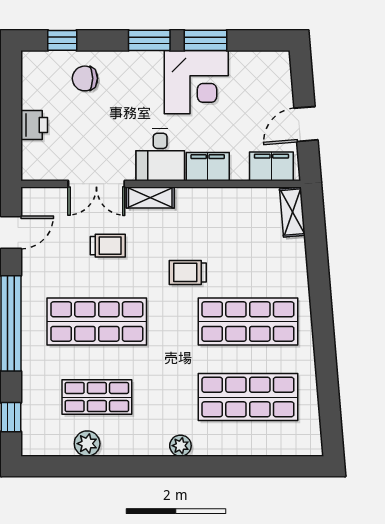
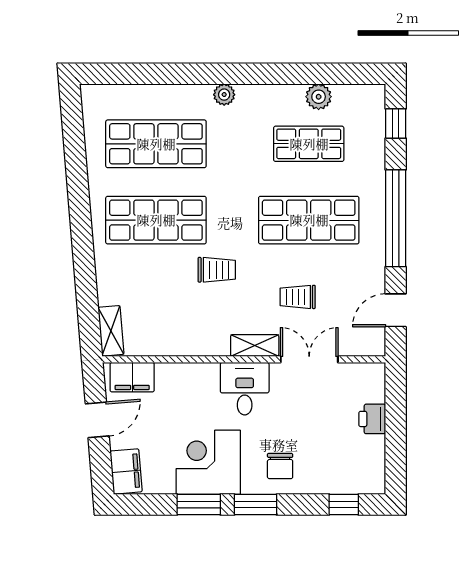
chair: (85, 78) -> (280, 466), moved, turned 90
filing cabinet: (208, 167) -> (126, 471), moved, turned -95

